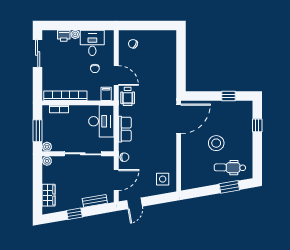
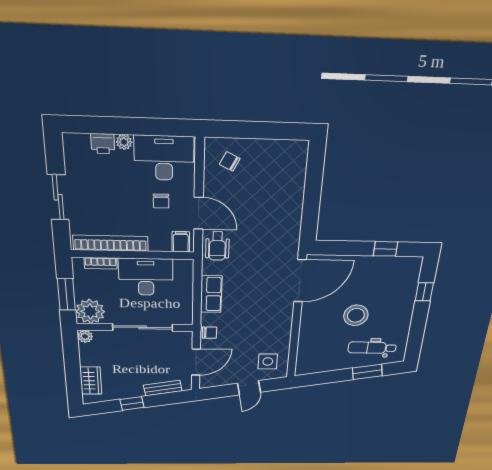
desk: (92, 43) -> (164, 158), width x1.37
sliding door: (38, 53) -> (58, 197), moved
desk: (101, 121) -> (146, 277), moved, turned -90
plant: (47, 147) -> (90, 311), width x1.88, depth x1.88
door: (134, 203) -> (249, 388), moved

